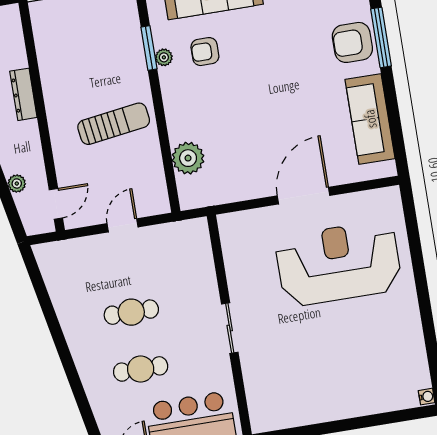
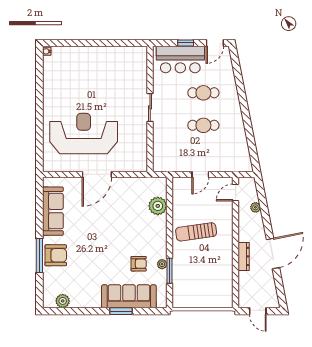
reception desk: (338, 263) -> (84, 134), turned 180

